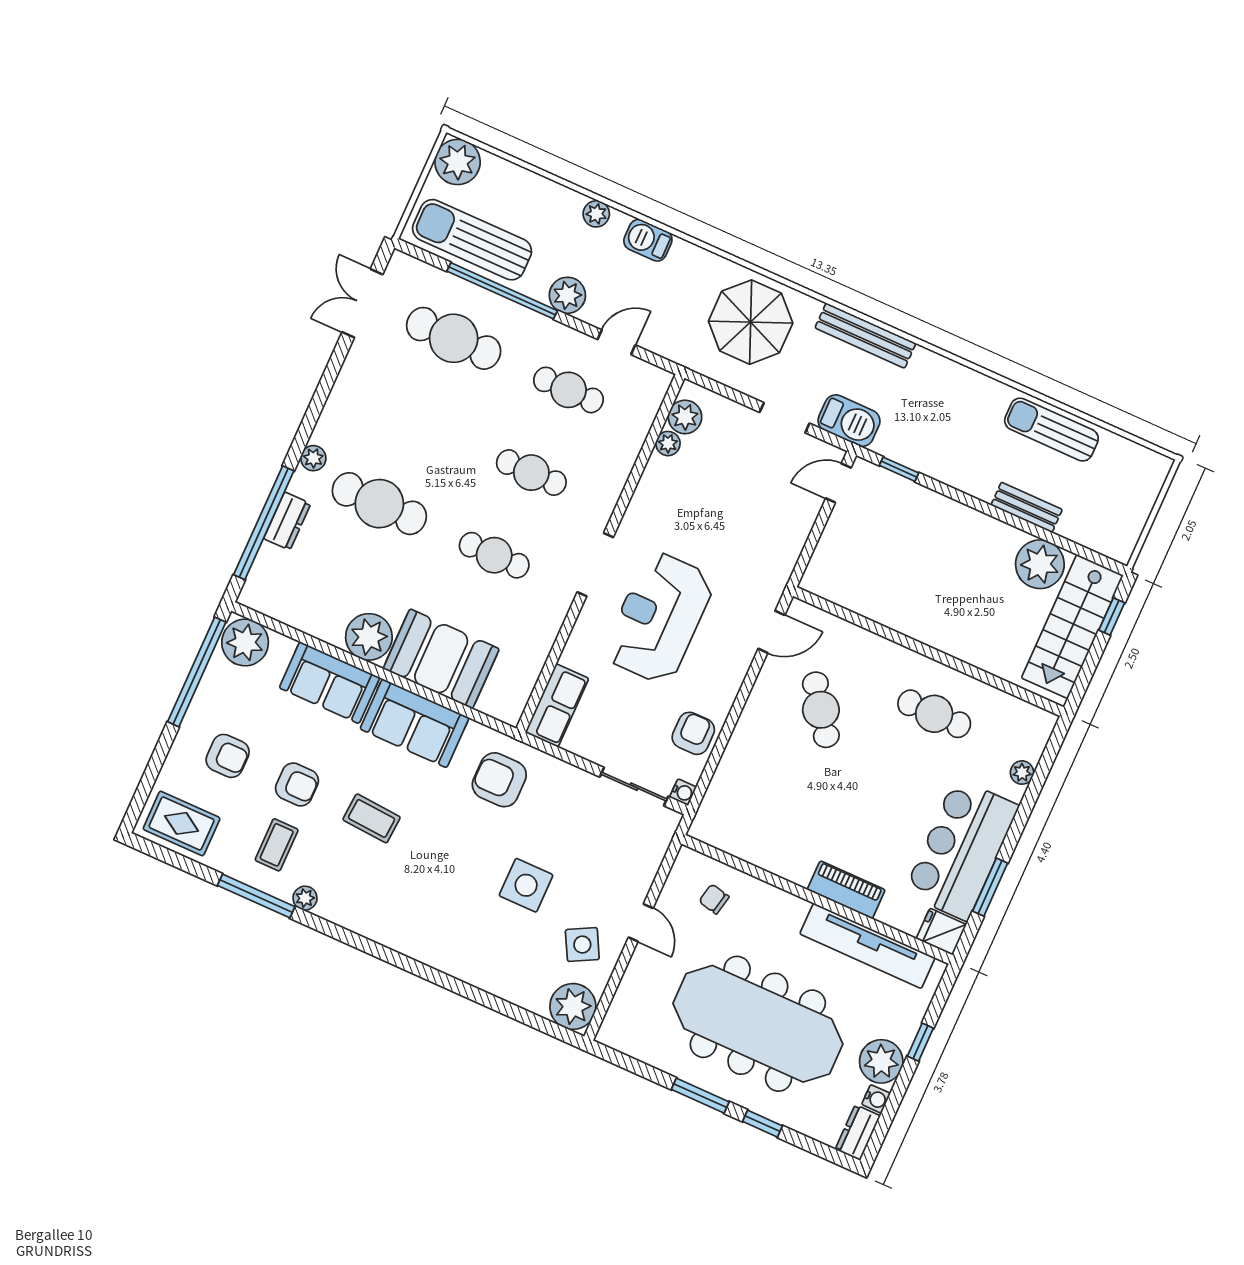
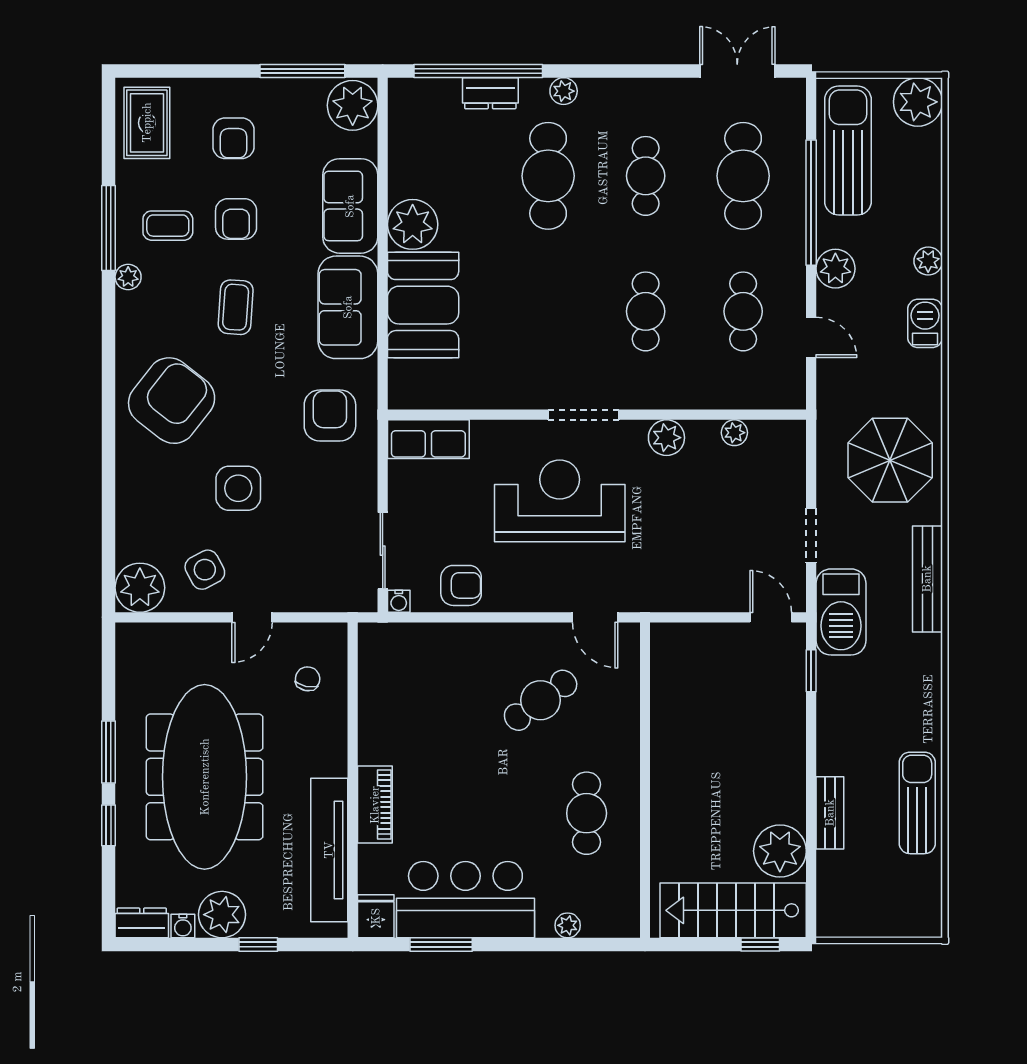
plant: (685, 417) -> (666, 438), moved
barbecue: (849, 421) -> (841, 612), width x1.37, depth x1.21
cafe table: (494, 555) -> (646, 176), moved
window: (197, 672) -> (302, 71), width x0.68
armchair: (426, 908) -> (172, 401), added

